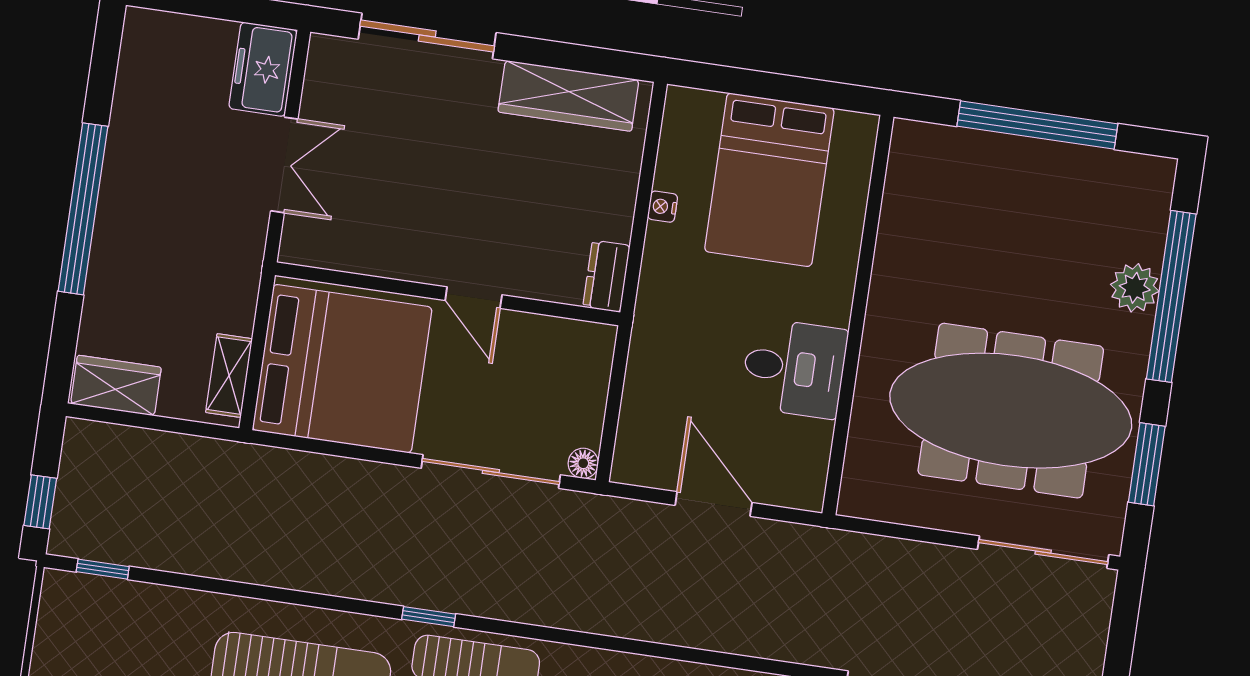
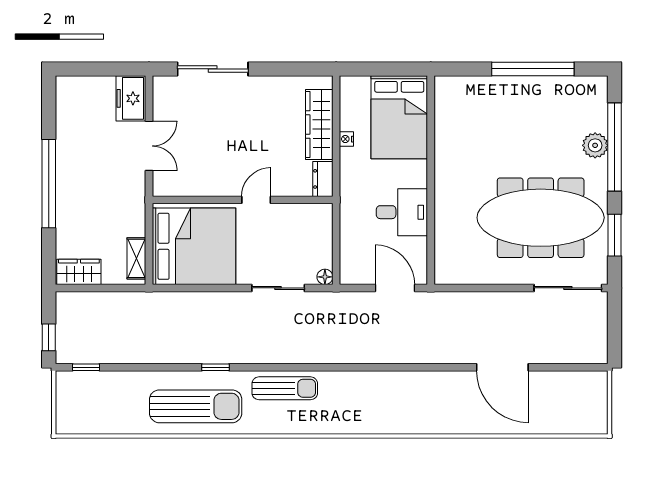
wardrobe: (568, 96) -> (319, 124), moved, turned 90
door: (474, 298) -> (256, 200), swing flipped
wall: (858, 315) -> (431, 180), moved
desk: (794, 368) -> (402, 212), moved
sliding door: (491, 471) -> (278, 288), width x0.73
window: (429, 617) -> (215, 367), moved

